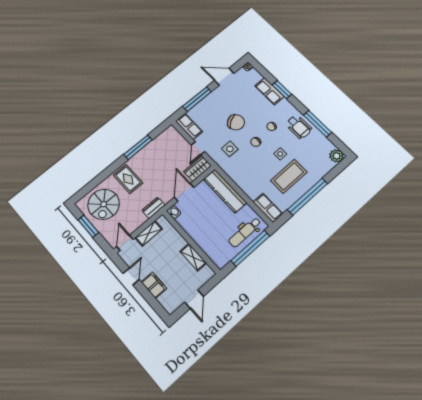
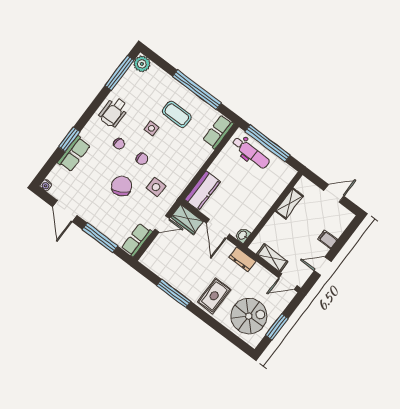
window: (317, 124) -> (119, 73), moved
wheelchair: (299, 127) -> (114, 112), turned 180
coffee table: (289, 176) -> (177, 114), width x0.73, depth x0.76
kitchen counter: (225, 191) -> (202, 191), width x0.67
door: (184, 192) -> (218, 229), hinge flipped
filing cabinet: (154, 285) -> (327, 239), width x0.50

